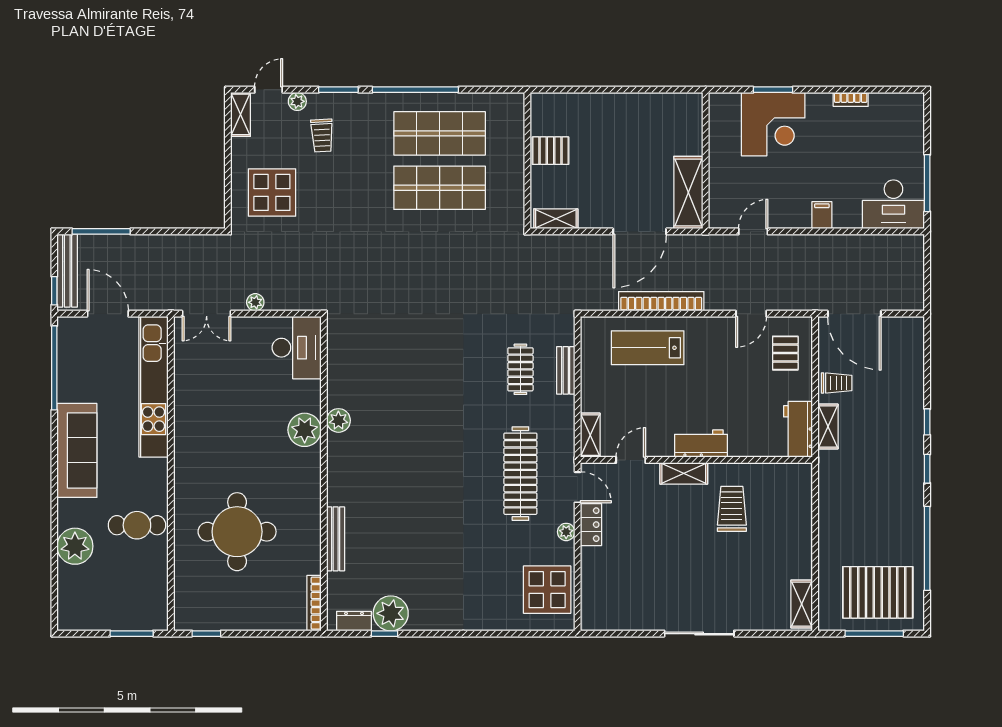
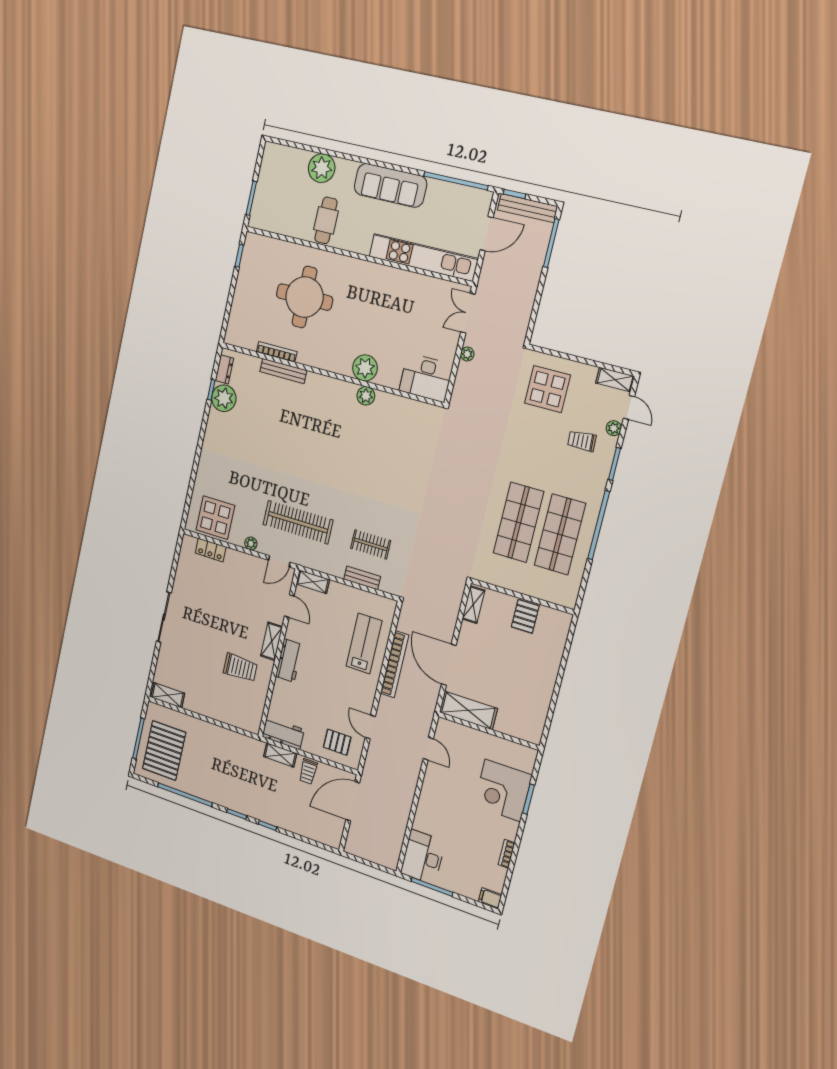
filing cabinet: (822, 215) -> (490, 898), moved, turned 180
locker: (591, 525) -> (211, 550), moved
bookcase: (314, 603) -> (277, 352), moved

